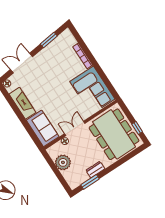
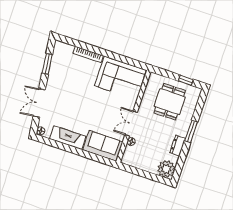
dining table: (114, 134) -> (170, 102), width x0.53, depth x0.80
plant: (63, 162) -> (166, 169), moved
window: (90, 182) -> (191, 131), moved

